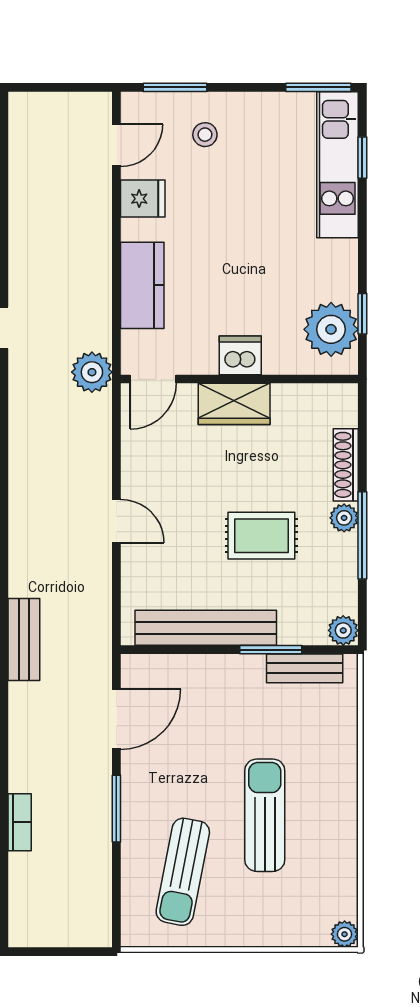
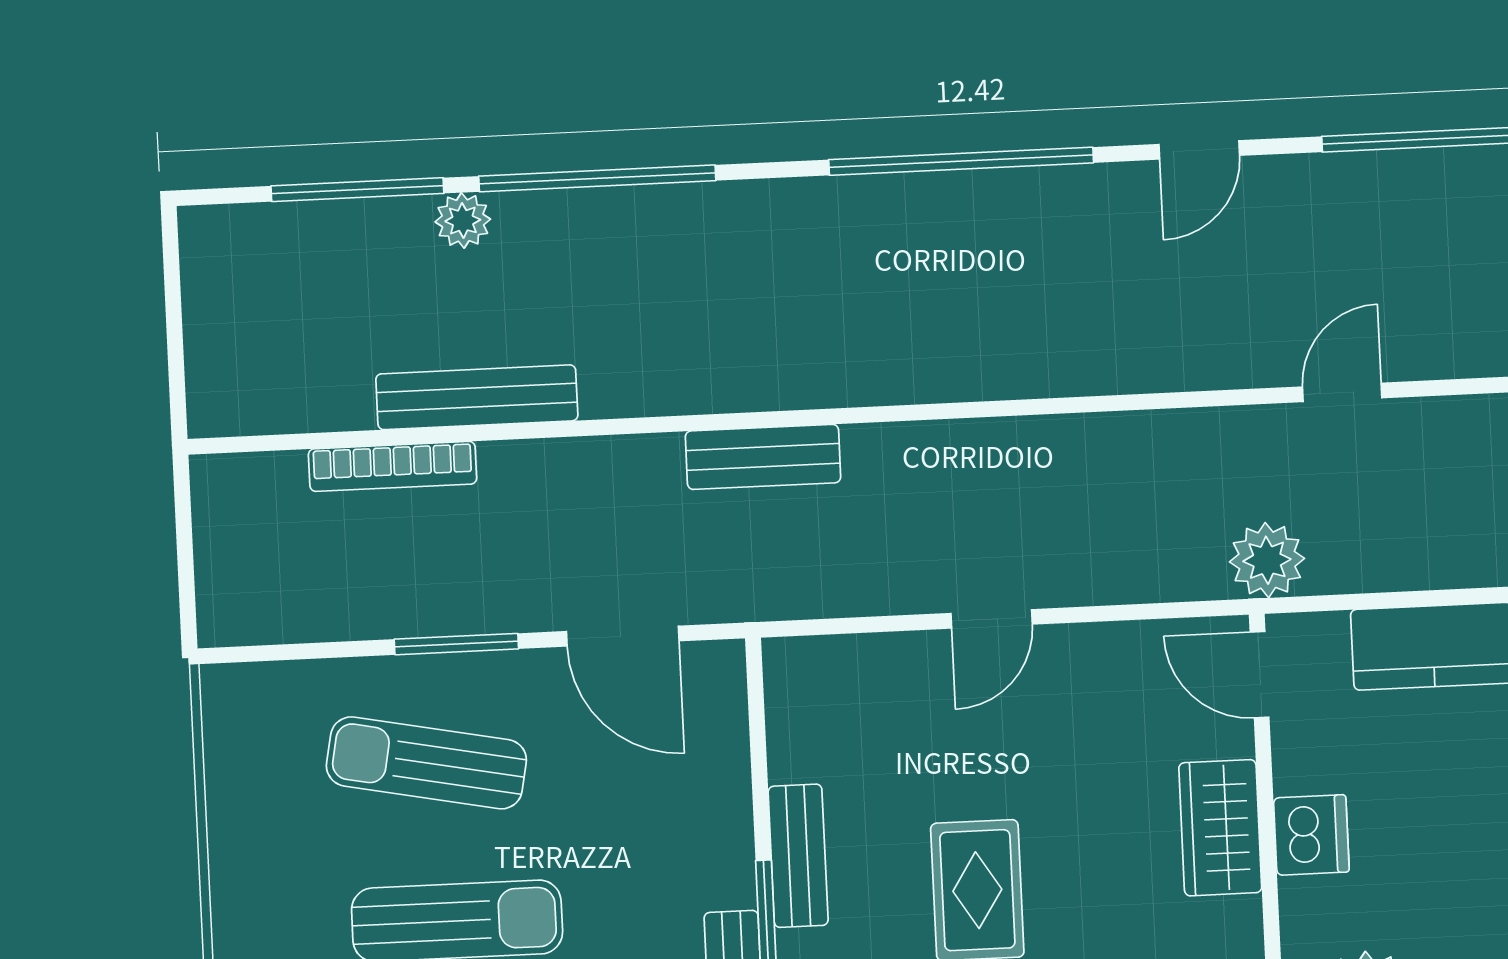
bench: (206, 628) -> (798, 856), width x0.54, depth x0.82
bookcase: (20, 822) -> (393, 466), width x1.56
sun lounger: (183, 872) -> (426, 763), moved

